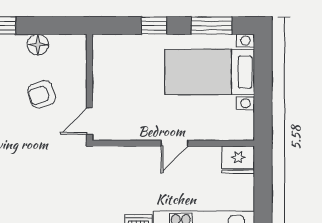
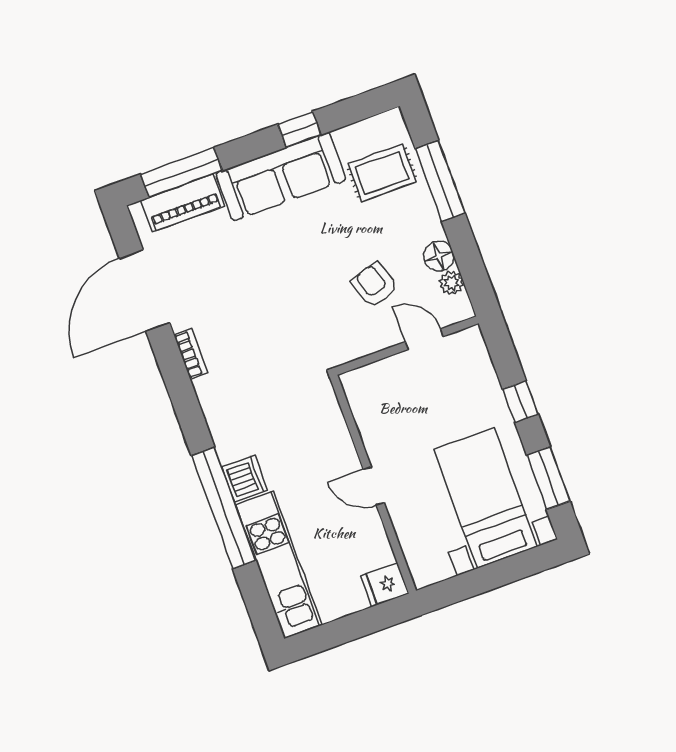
plant: (59, 43) -> (451, 283), added
door: (89, 121) -> (424, 339), moved
fridge: (238, 160) -> (385, 585), width x0.72

